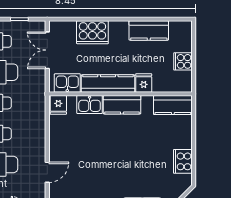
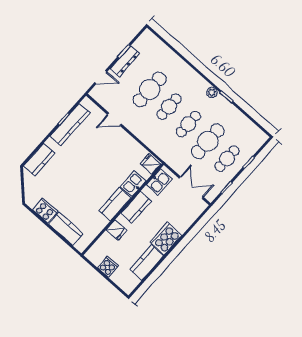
cooker: (92, 32) -> (166, 239), moved
kitchen counter: (108, 84) -> (136, 207), width x0.67
kitchen counter: (173, 105) -> (66, 229), moved, turned 90
door: (47, 172) -> (114, 119), hinge flipped

